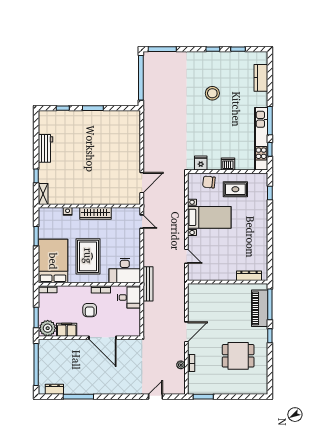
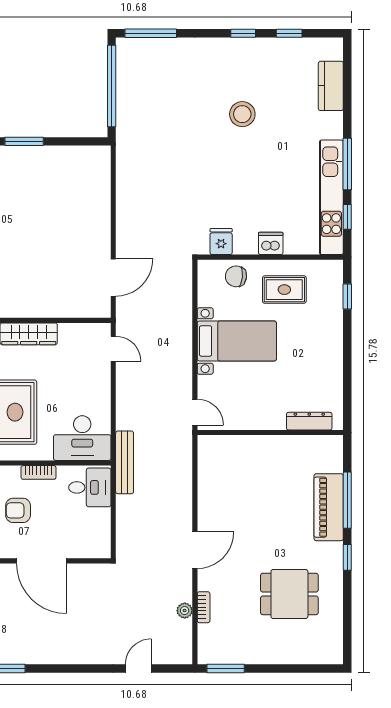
dresser: (249, 276) -> (309, 421), moved
wall: (228, 282) -> (270, 432), moved
armchair: (90, 310) -> (18, 510), turned 90

